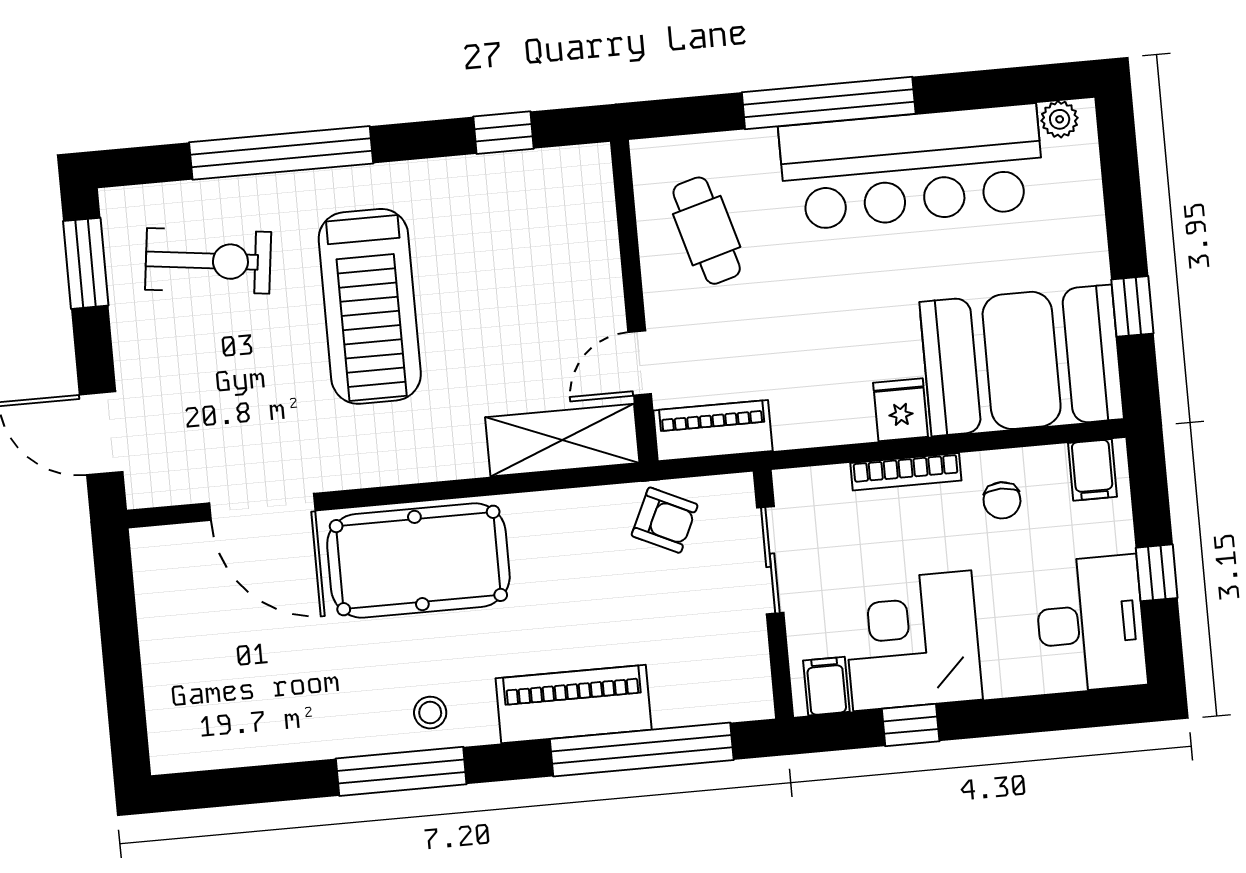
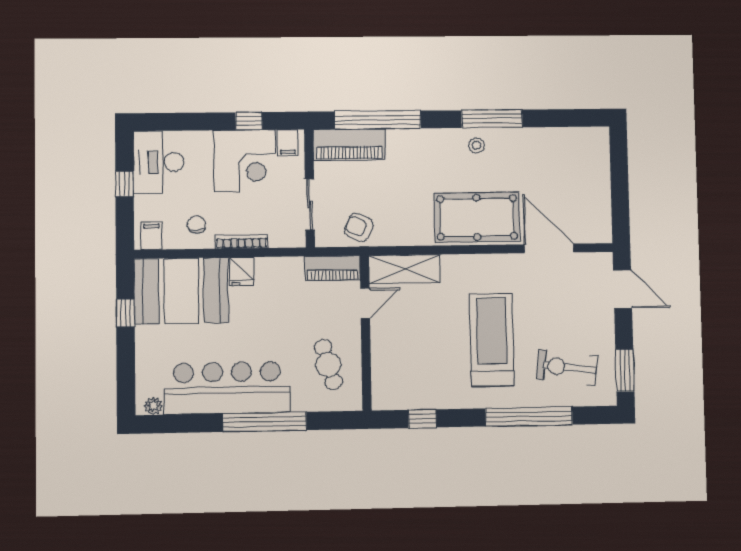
piano: (574, 704) -> (349, 144), moved

